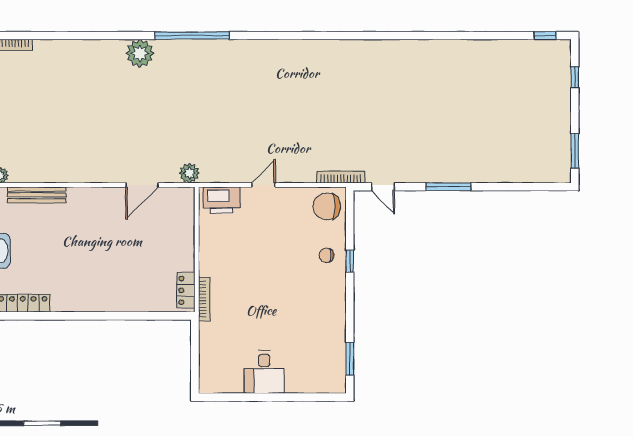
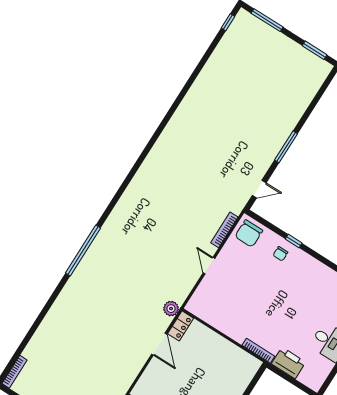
plant: (140, 53) -> (73, 291), removed
window: (575, 77) -> (267, 20), width x2.17
bookcase: (341, 177) -> (224, 230), moved
printer: (222, 200) -> (289, 363), moved, turned -90
locker: (186, 290) -> (181, 326), moved, turned -90

